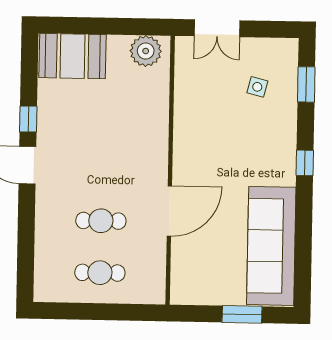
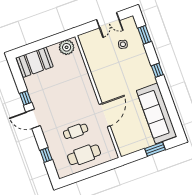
double door: (217, 28) -> (108, 20), moved
window: (26, 245) -> (46, 155), added
cafe table: (100, 273) -> (84, 155), width x1.37, depth x1.35

